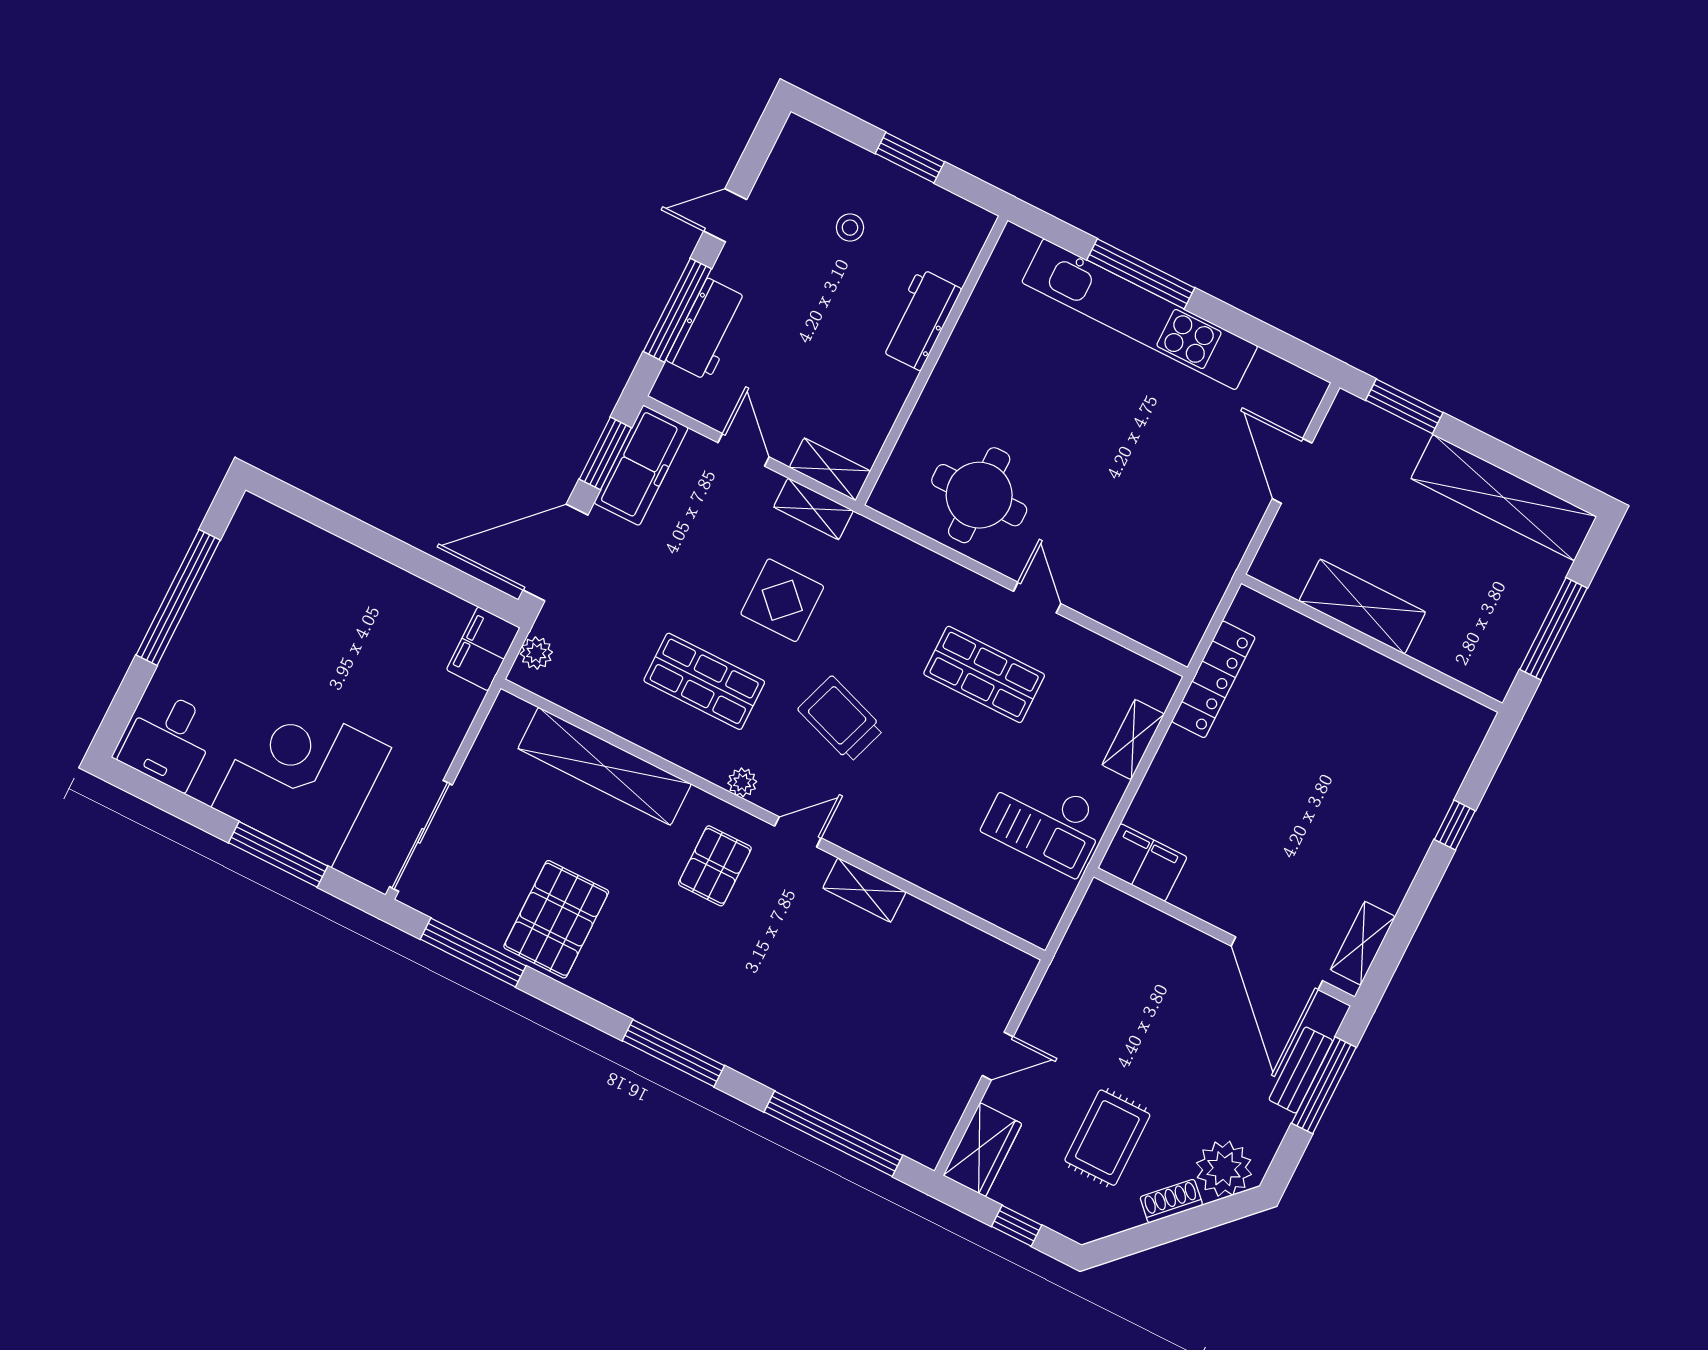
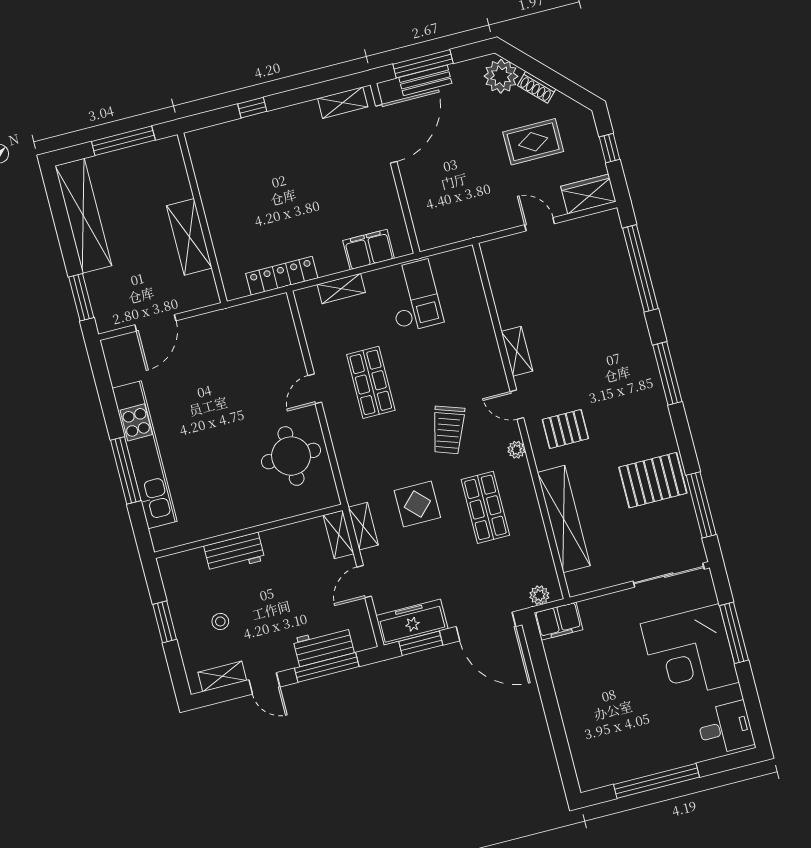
shelving: (780, 170) -> (222, 676), added
filing cabinet: (1143, 862) -> (369, 249), moved, turned 90

